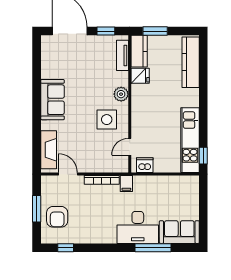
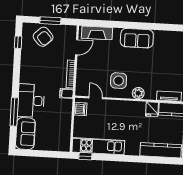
armchair: (57, 217) -> (43, 37), turned -132

